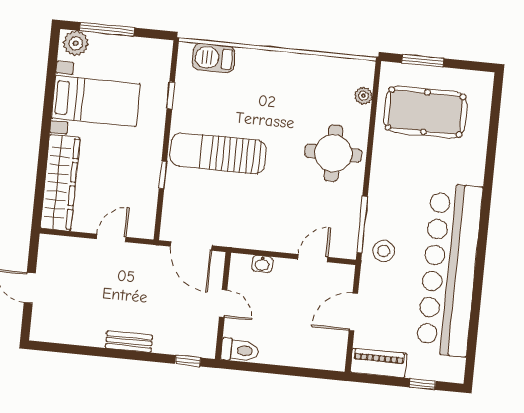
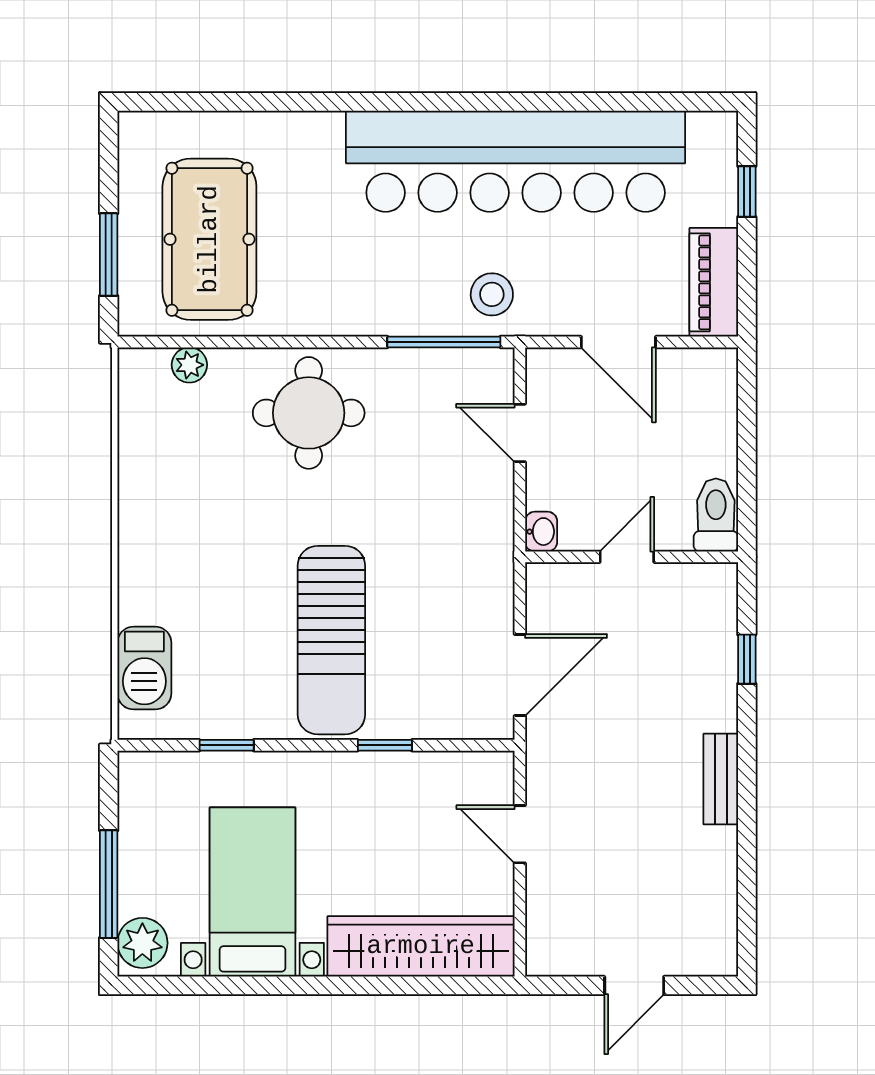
door: (223, 303) -> (627, 557), moved
wall: (223, 306) -> (632, 557), moved
toilet: (240, 350) -> (716, 515), moved

